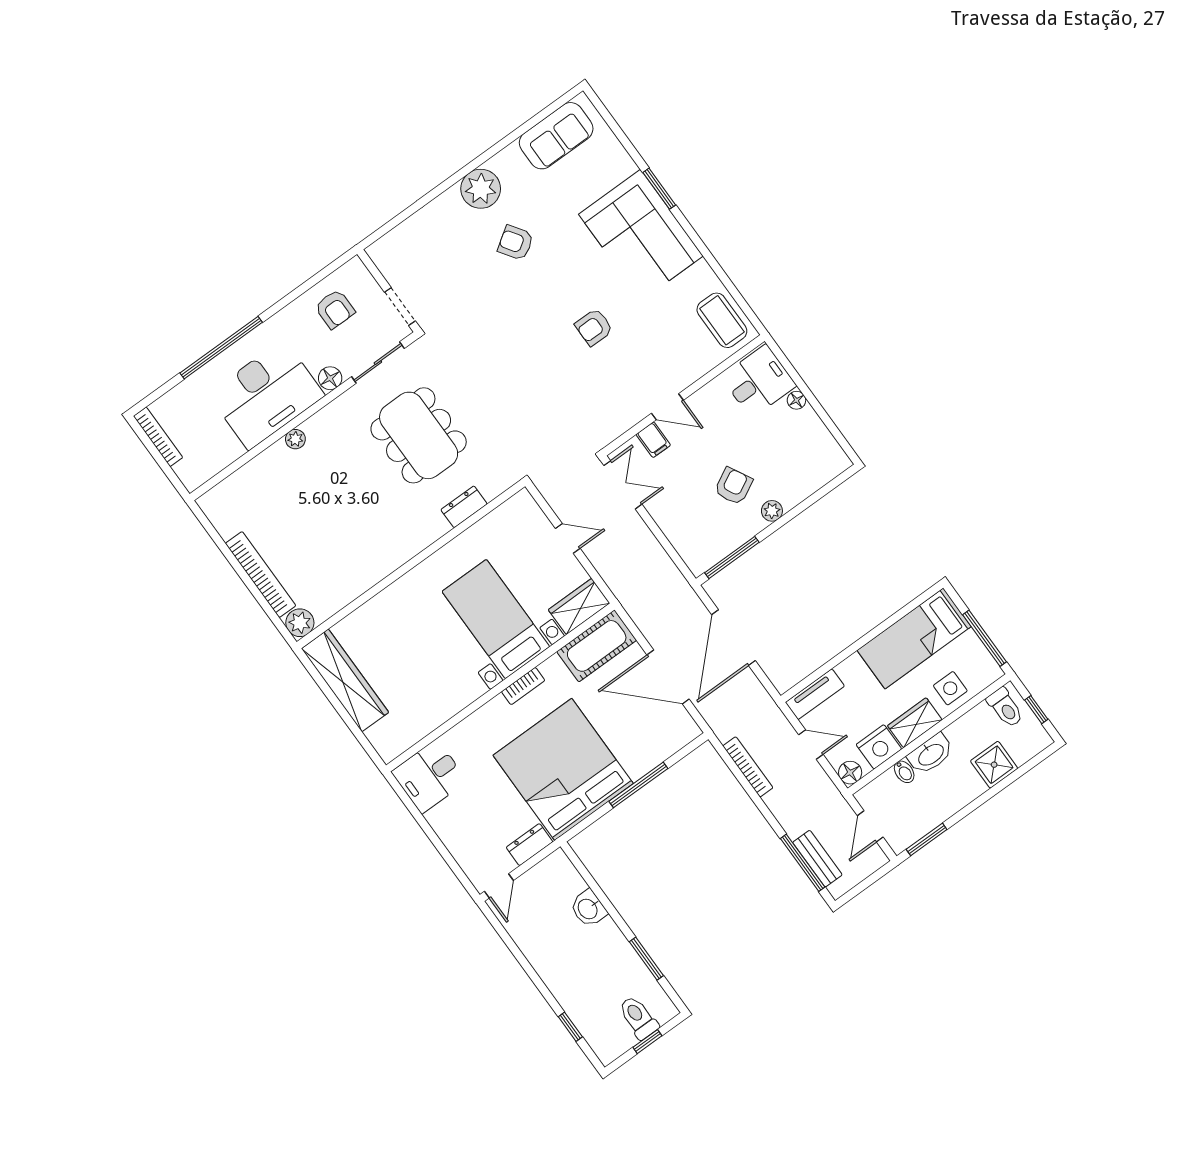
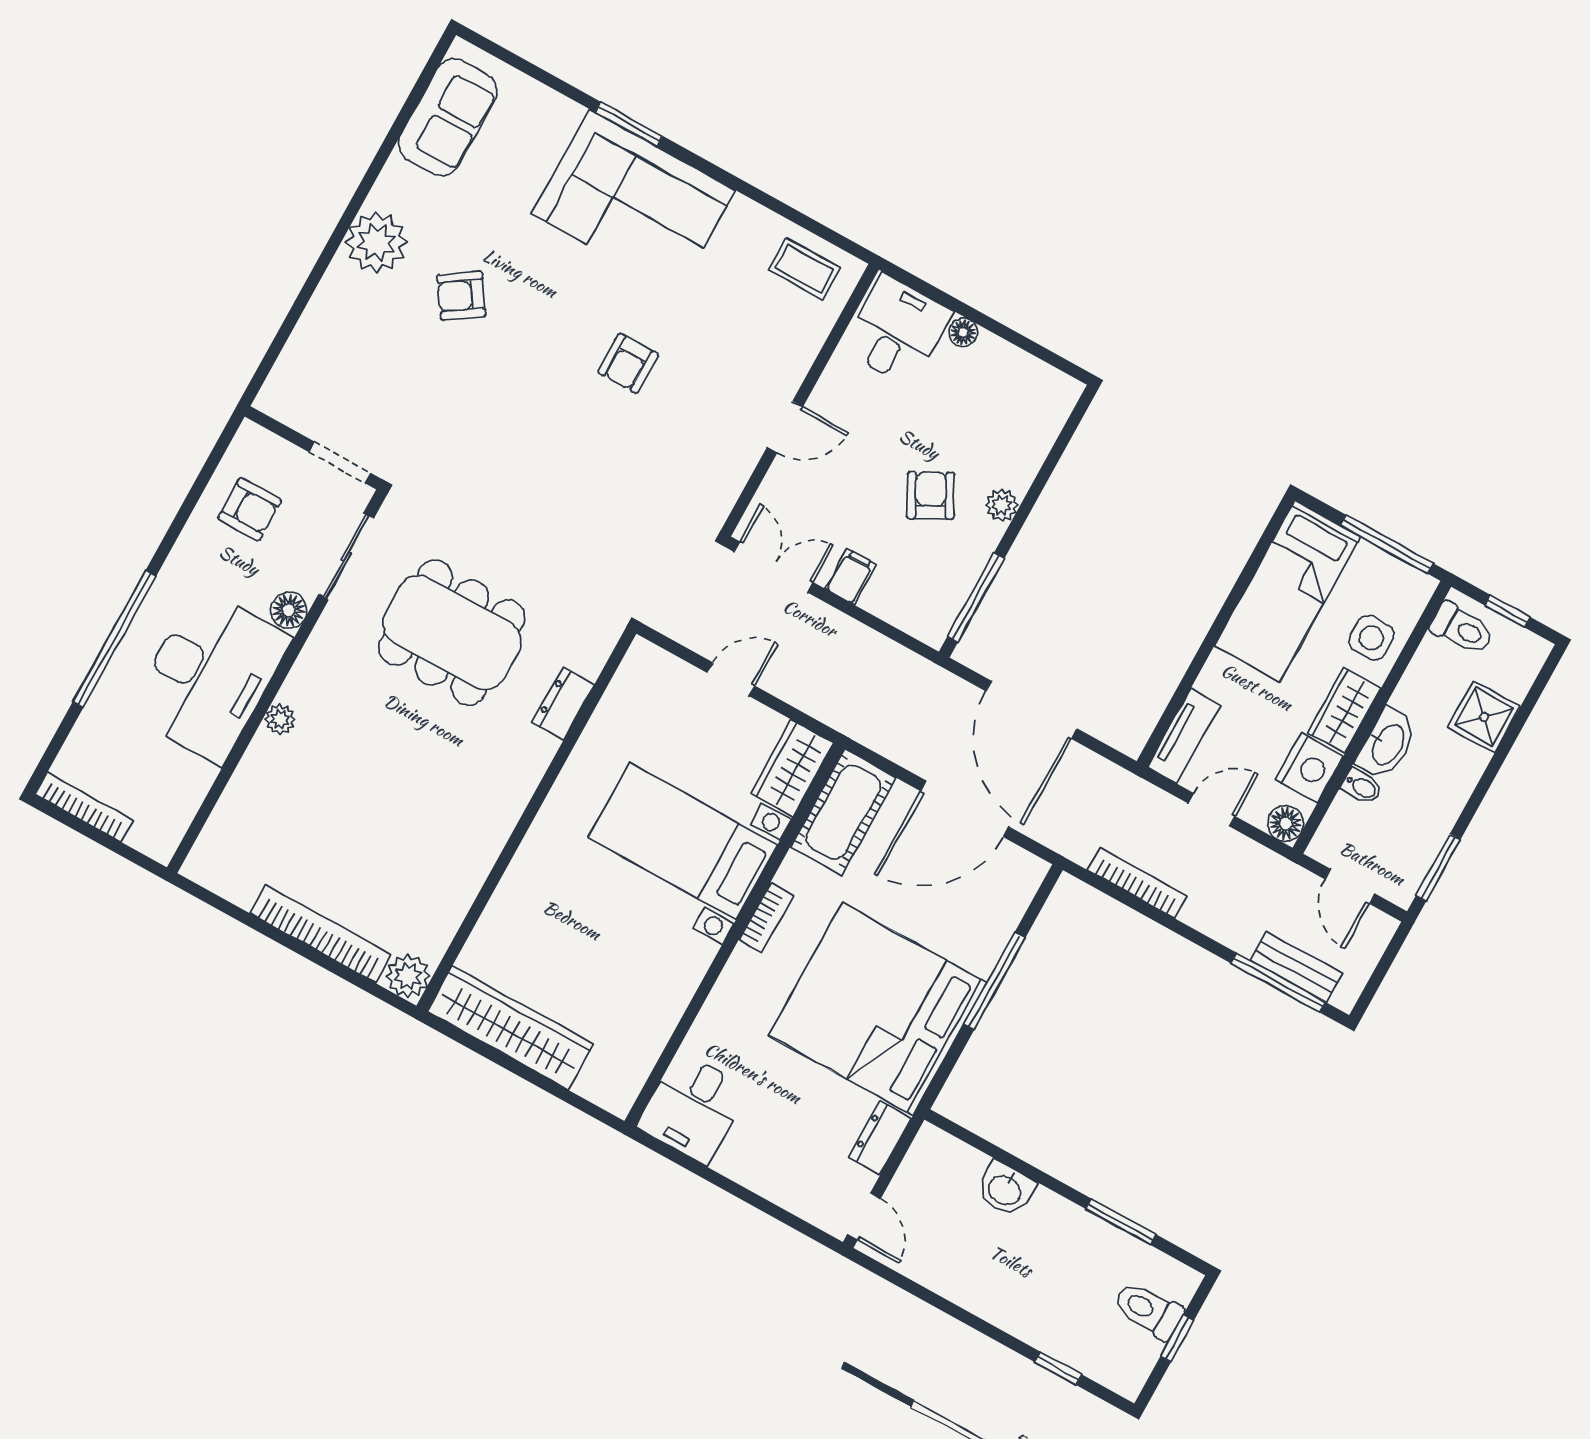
coffee table: (722, 320) -> (805, 269), width x0.73, depth x0.77
filing cabinet: (653, 440) -> (851, 577), moved, turned -90

